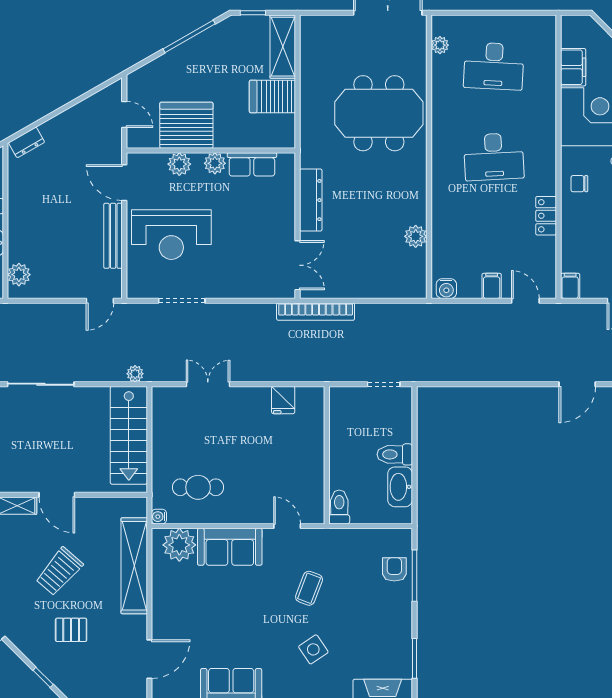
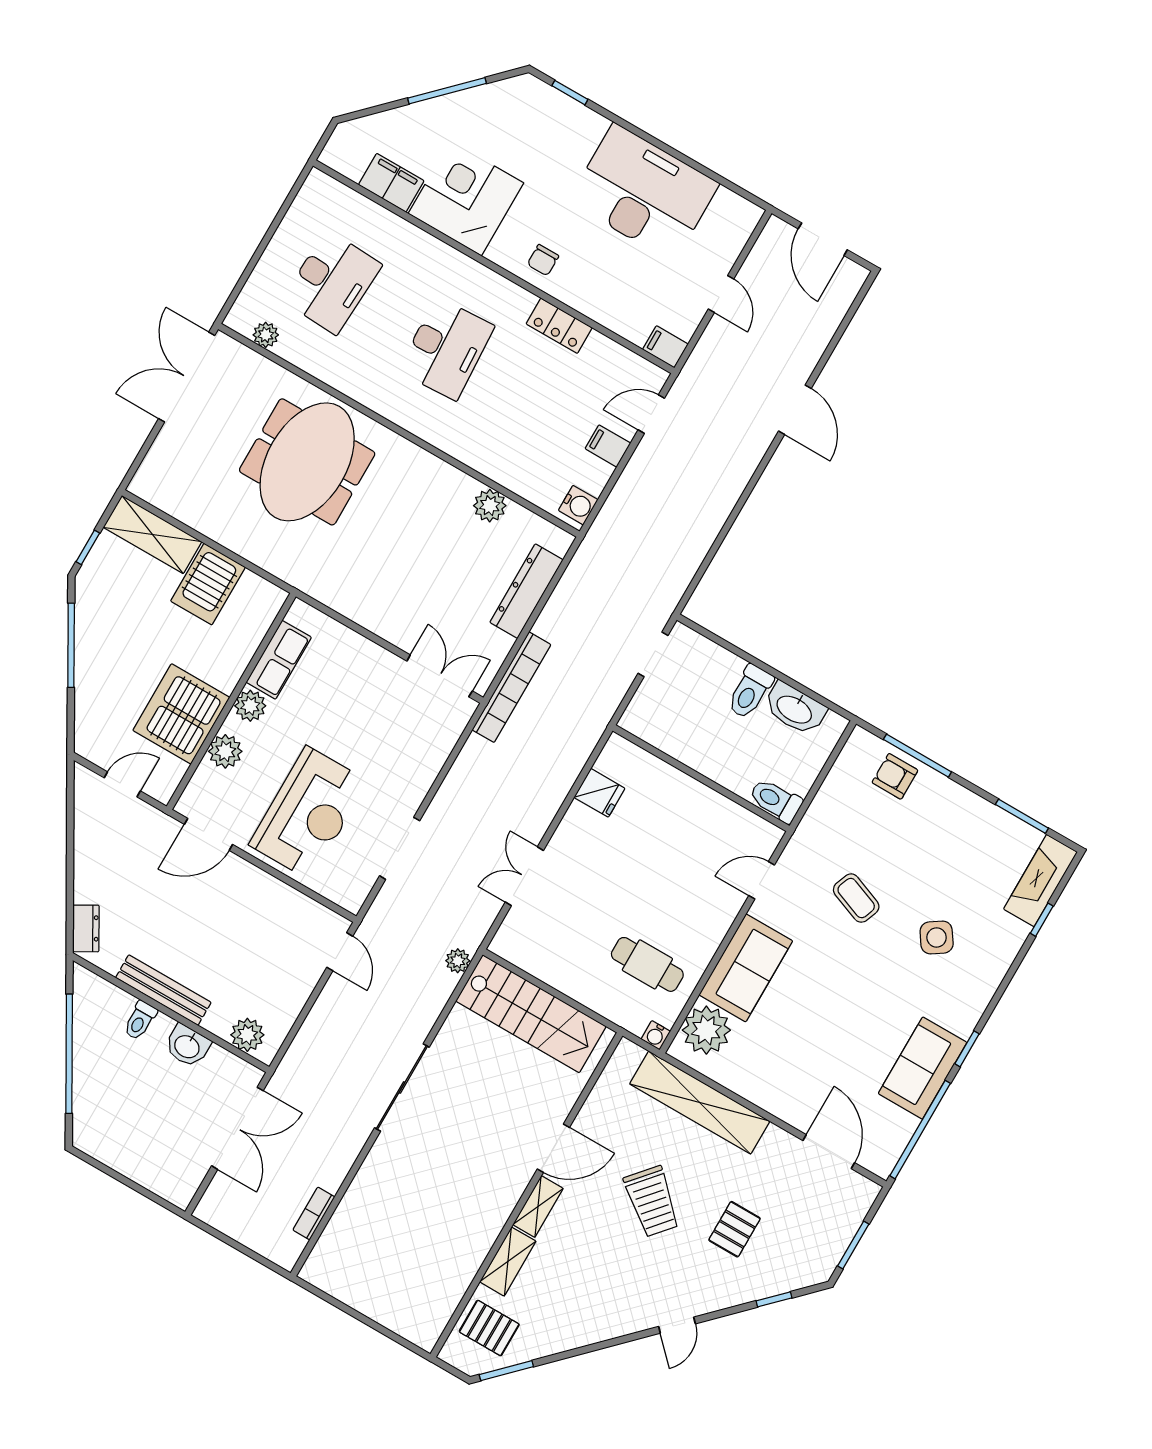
dresser: (311, 200) -> (526, 591), moved, turned -90
bench: (113, 236) -> (163, 990), moved
cafe table: (198, 487) -> (647, 964), turned 90

